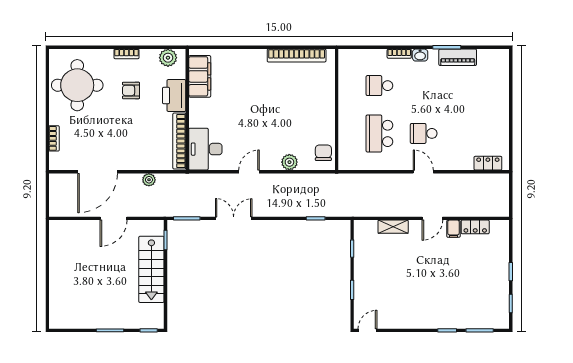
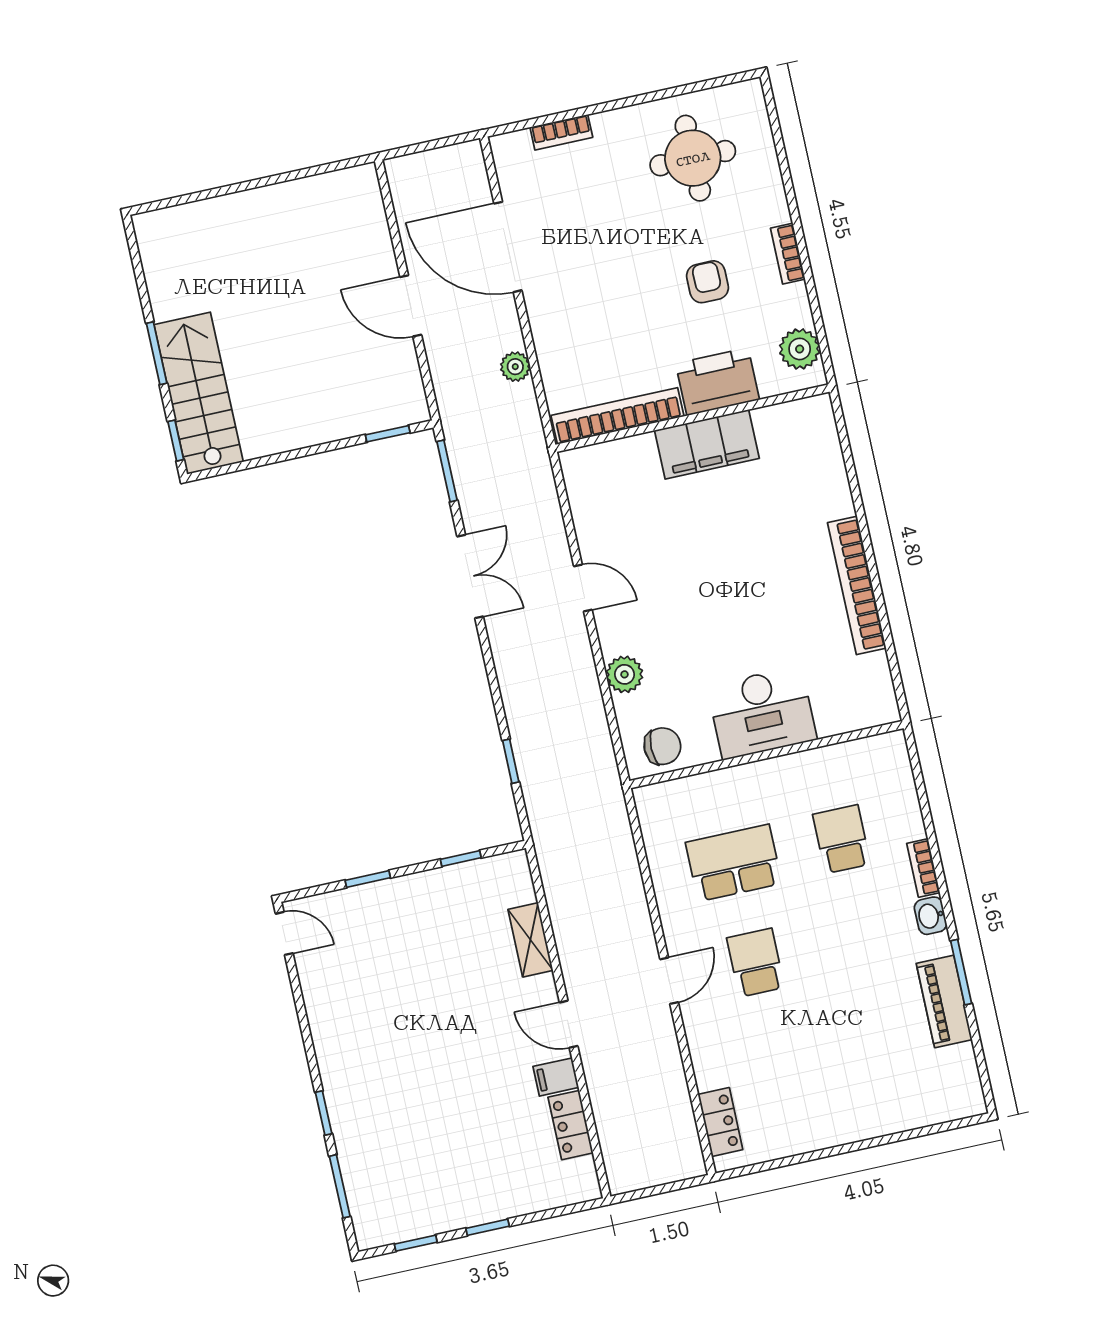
bookcase: (297, 56) -> (857, 585), moved
filing cabinet: (200, 76) -> (707, 444), moved
round table: (77, 85) -> (693, 158), width x0.73, depth x0.73
desk: (205, 149) -> (762, 713), moved, turned 180
stairs: (151, 269) -> (199, 393), moved, turned 90

